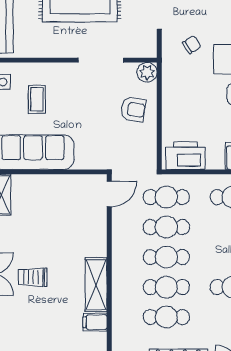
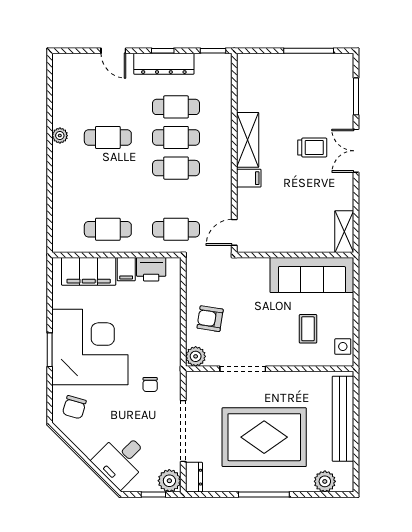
chair: (192, 45) -> (150, 385), turned -57
printer: (185, 156) -> (151, 269), width x0.73, depth x0.84
filing cabinet: (215, 158) -> (126, 269), added
cafe table: (166, 227) -> (176, 199), removed
filing cabinet: (95, 322) -> (249, 178), moved

